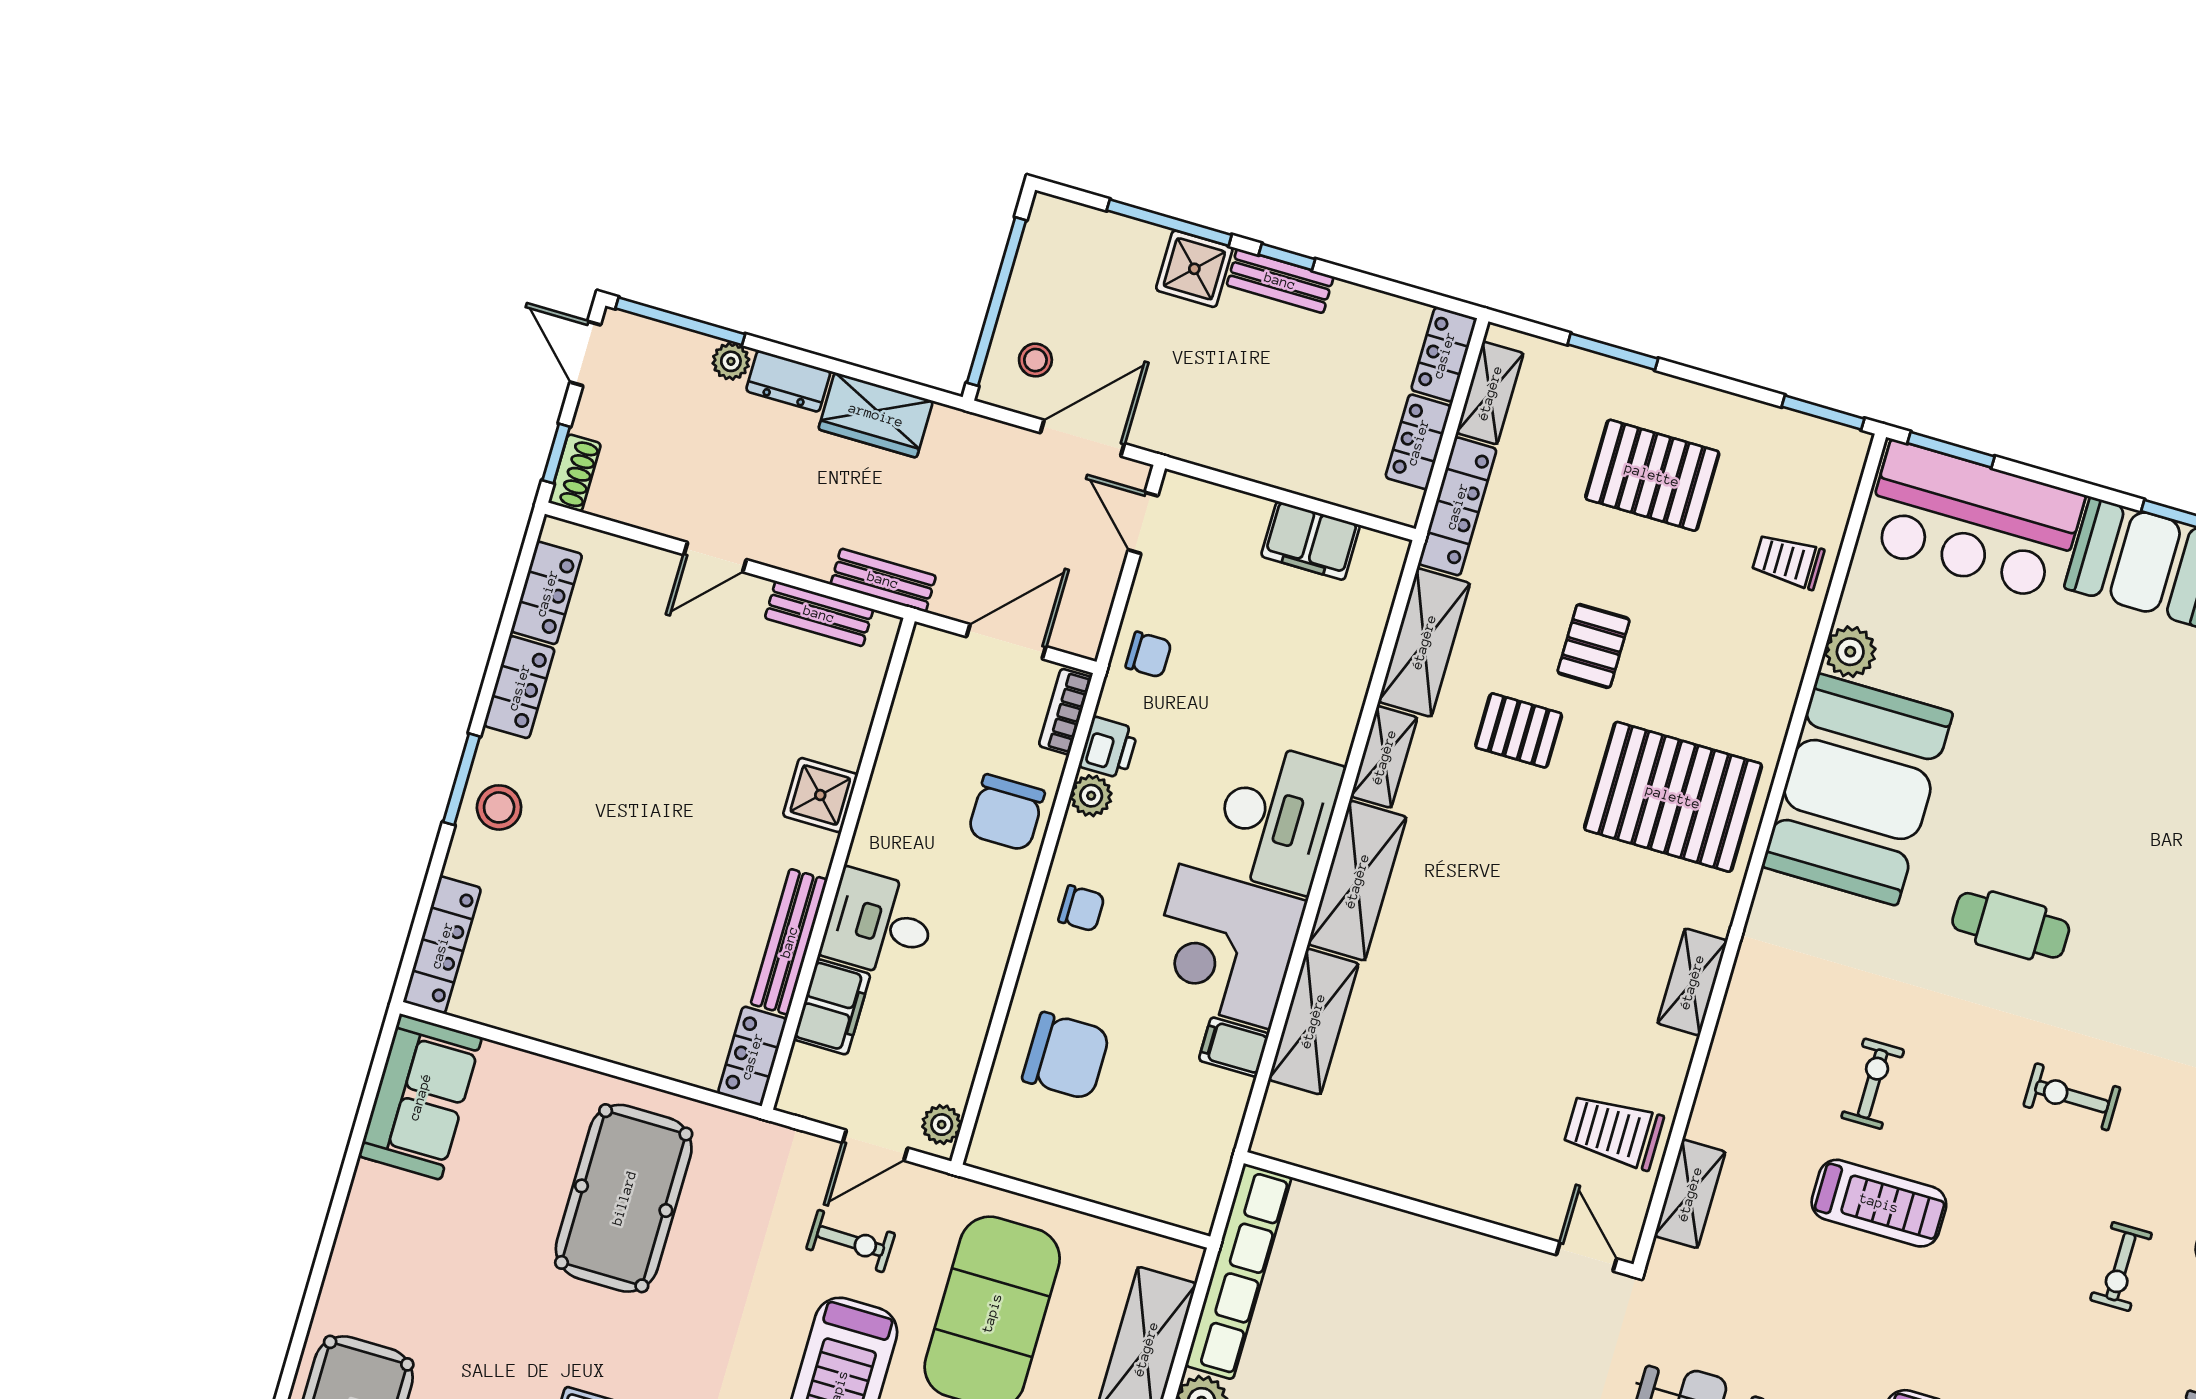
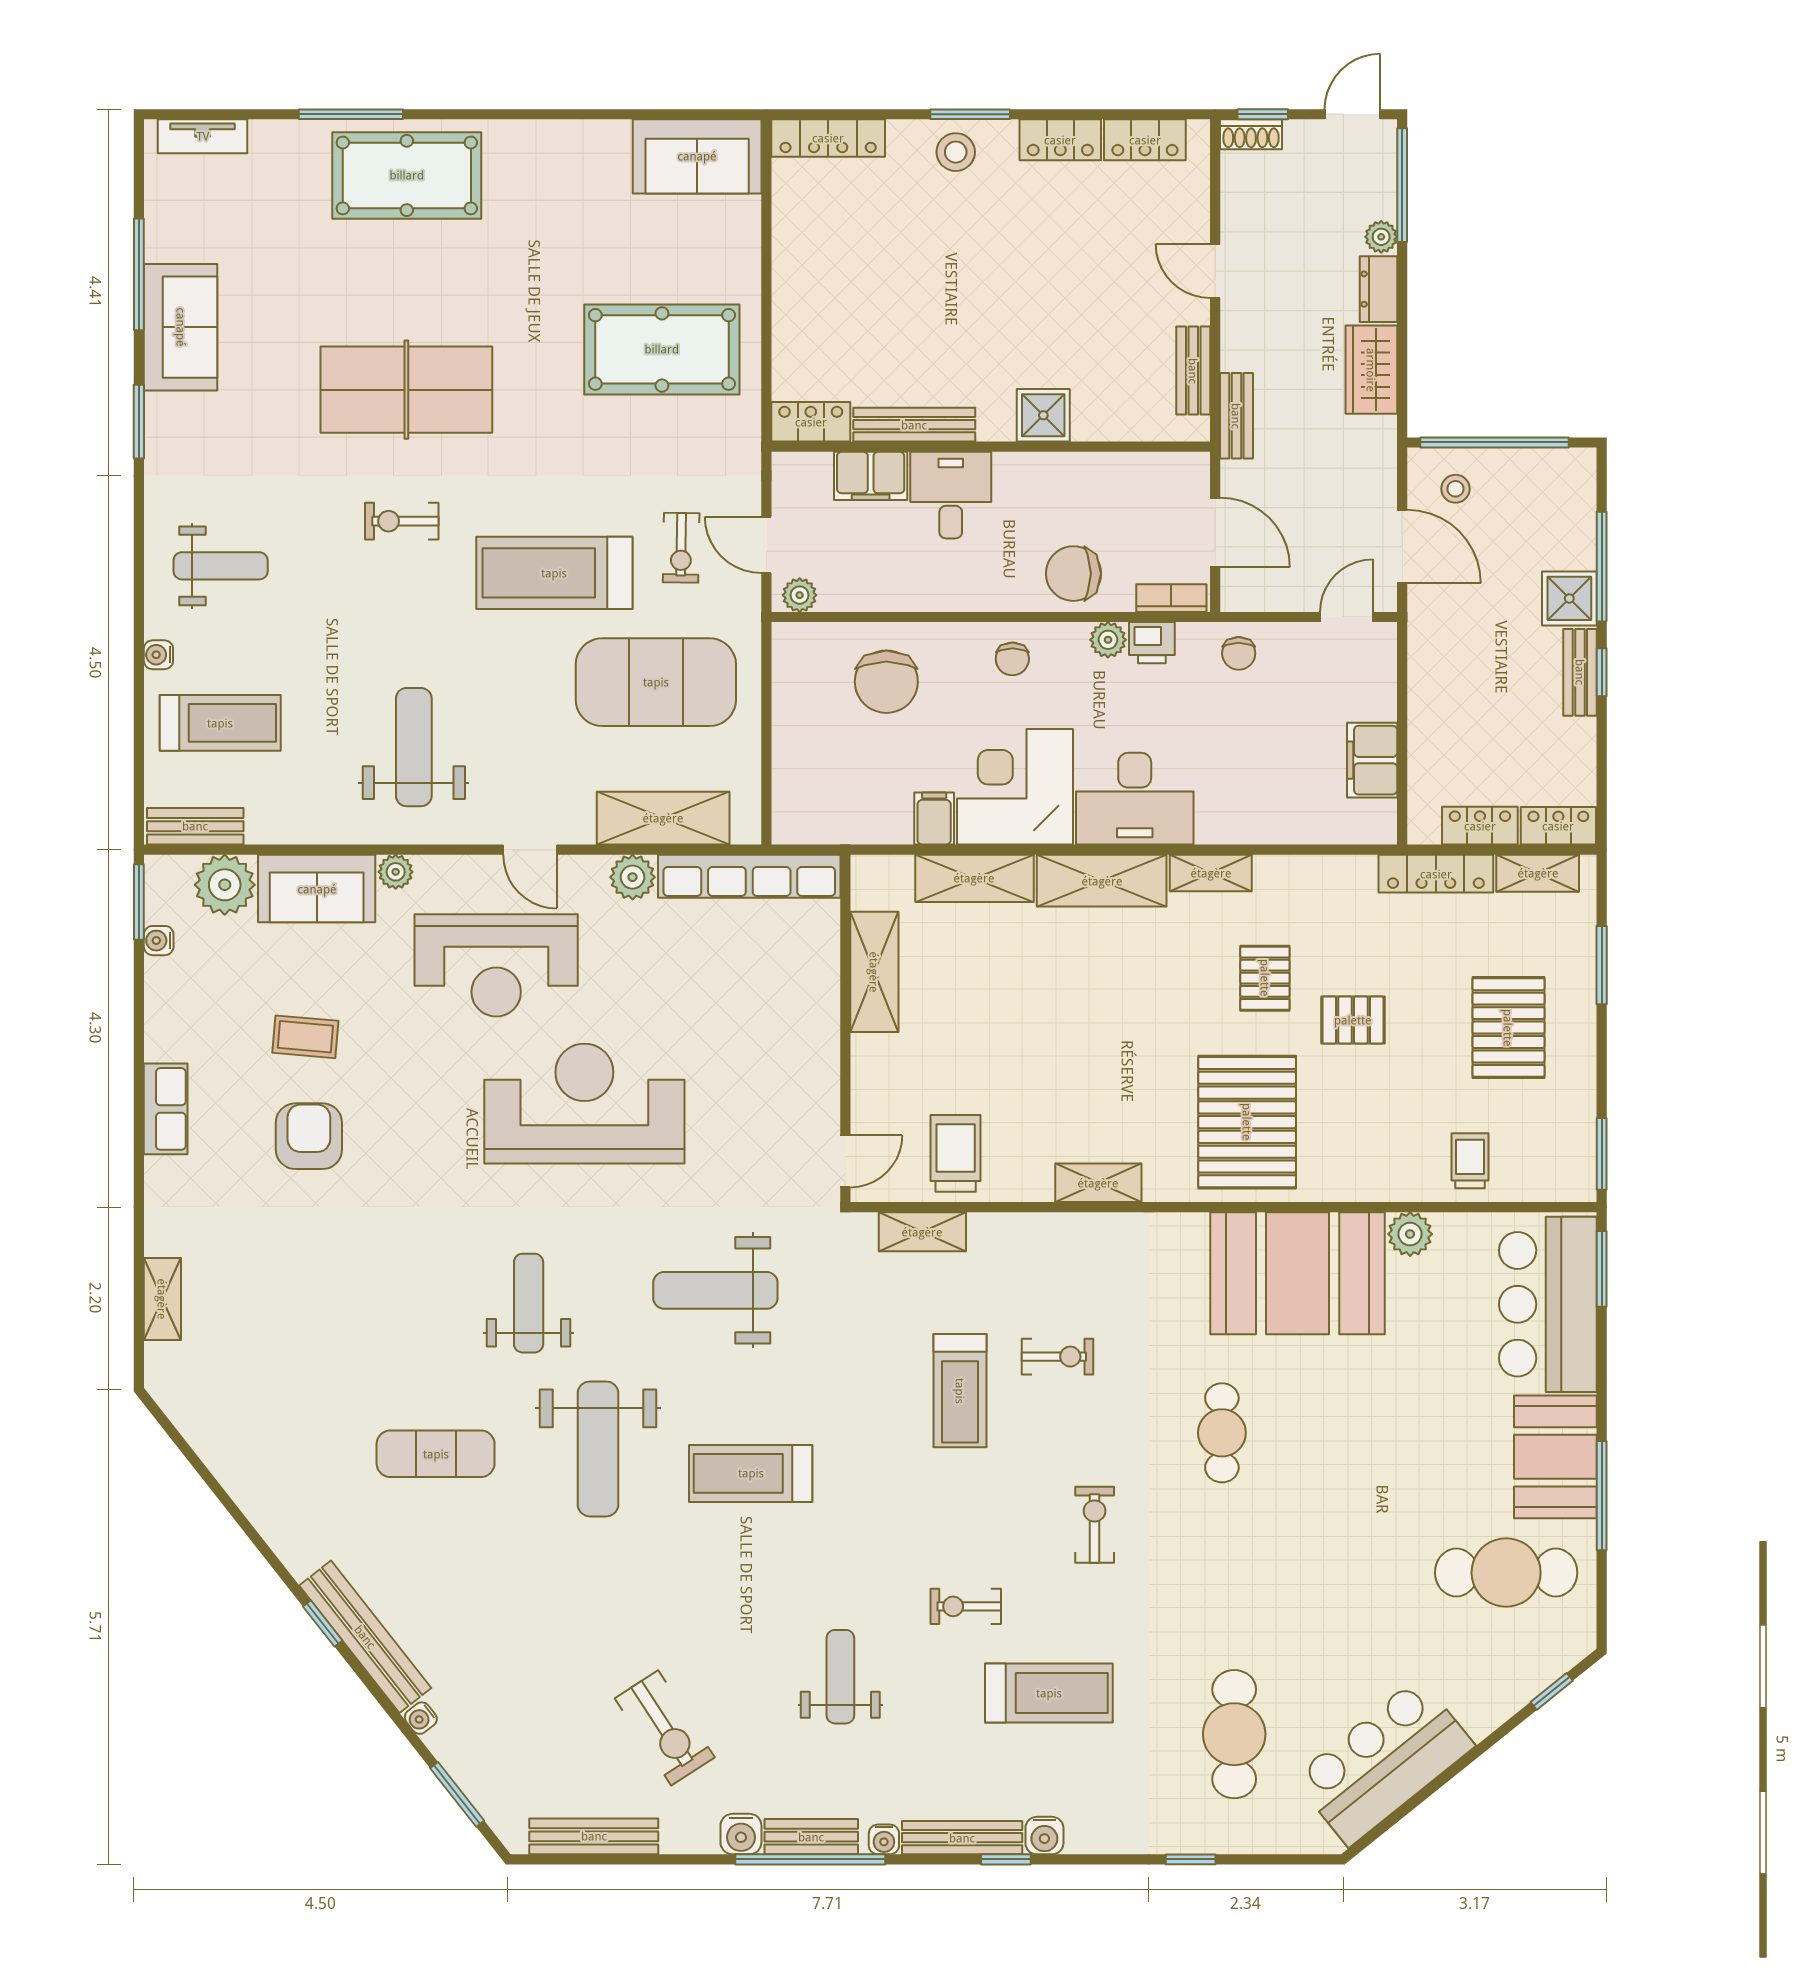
shelving: (1424, 642) -> (874, 972), moved, turned 90

